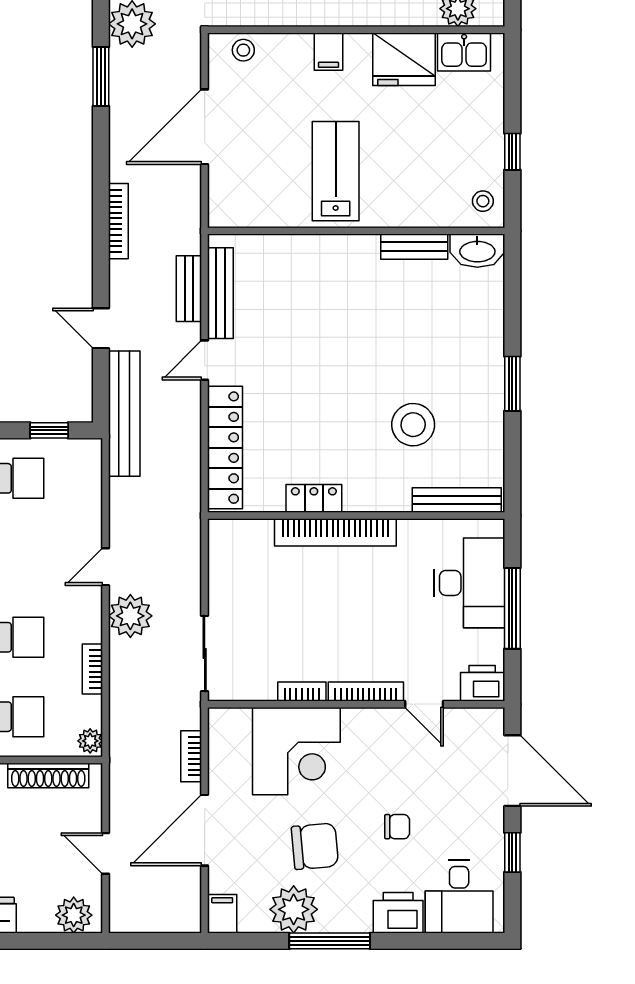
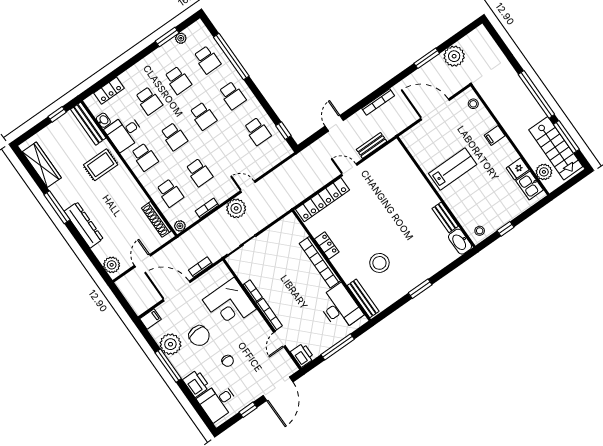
fridge: (404, 59) -> (518, 169), width x0.53, depth x0.75
bench: (220, 293) -> (378, 158), removed
bench: (124, 414) -> (309, 154), removed
desk: (469, 583) -> (340, 308), moved, turned -90

